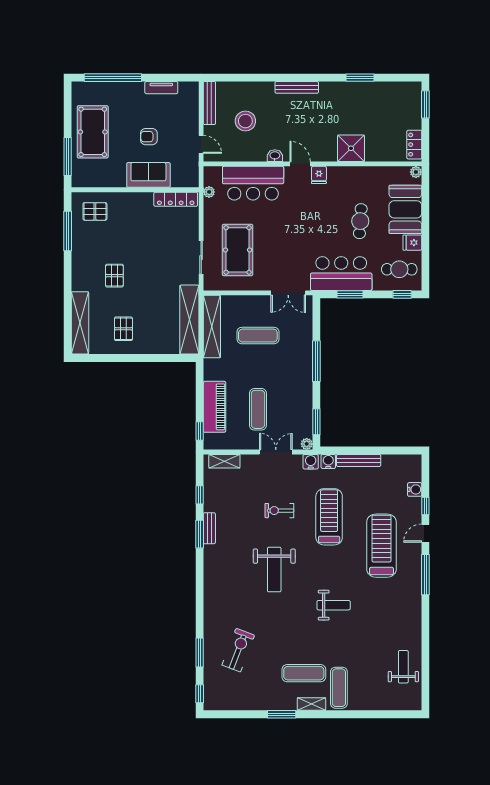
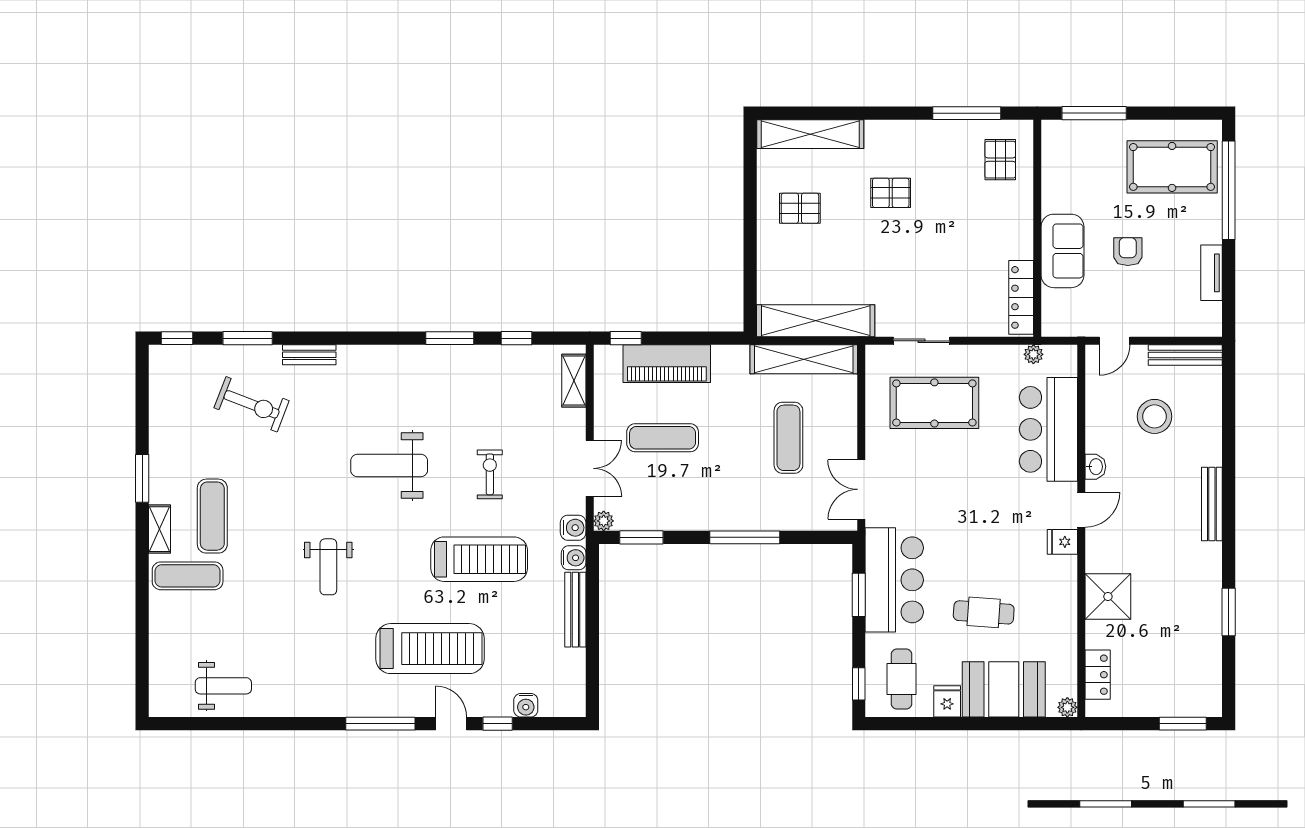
pool table: (93, 132) -> (1172, 167), moved
locker: (414, 145) -> (1098, 675), moved, turned 90
bench: (209, 528) -> (309, 355), moved

